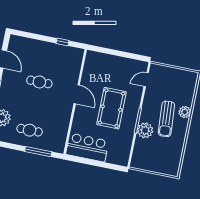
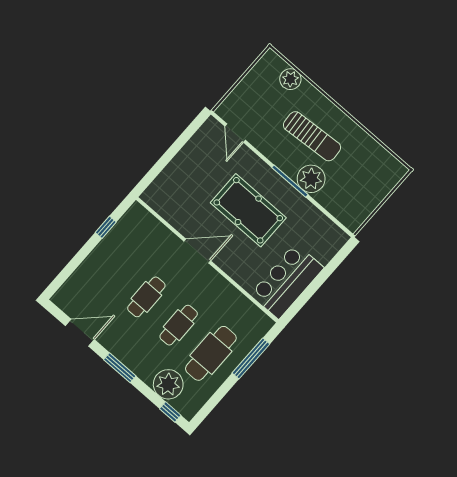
cafe table: (34, 106) -> (179, 325), added
plant: (185, 112) -> (290, 79), moved
cafe table: (30, 130) -> (211, 353), width x1.37, depth x1.35

